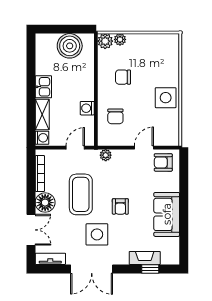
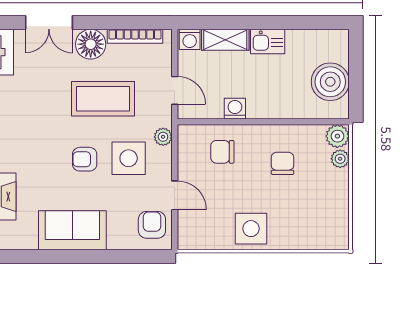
side table: (97, 234) -> (129, 158), moved

